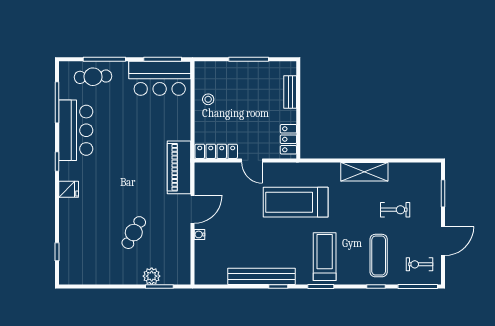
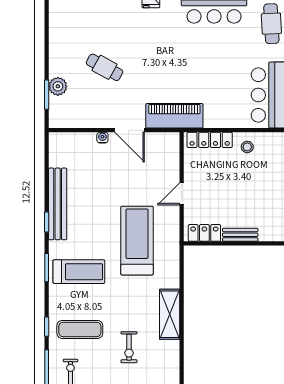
bench: (290, 92) -> (240, 235), moved
locker: (216, 151) -> (210, 140), moved, turned 90

